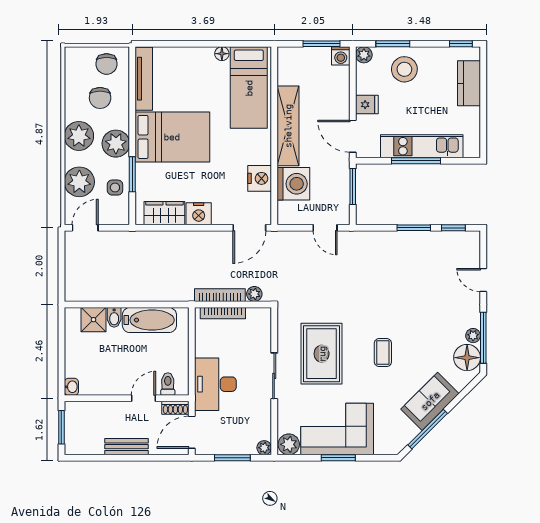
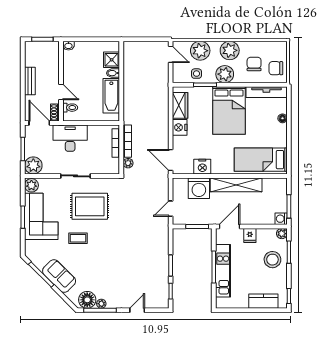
floor lamp: (222, 54) -> (282, 118), moved
chair: (100, 98) -> (254, 64), turned 90
coffee table: (383, 353) -> (78, 238), moved
plant: (264, 448) -> (33, 165), width x1.87, depth x1.87

